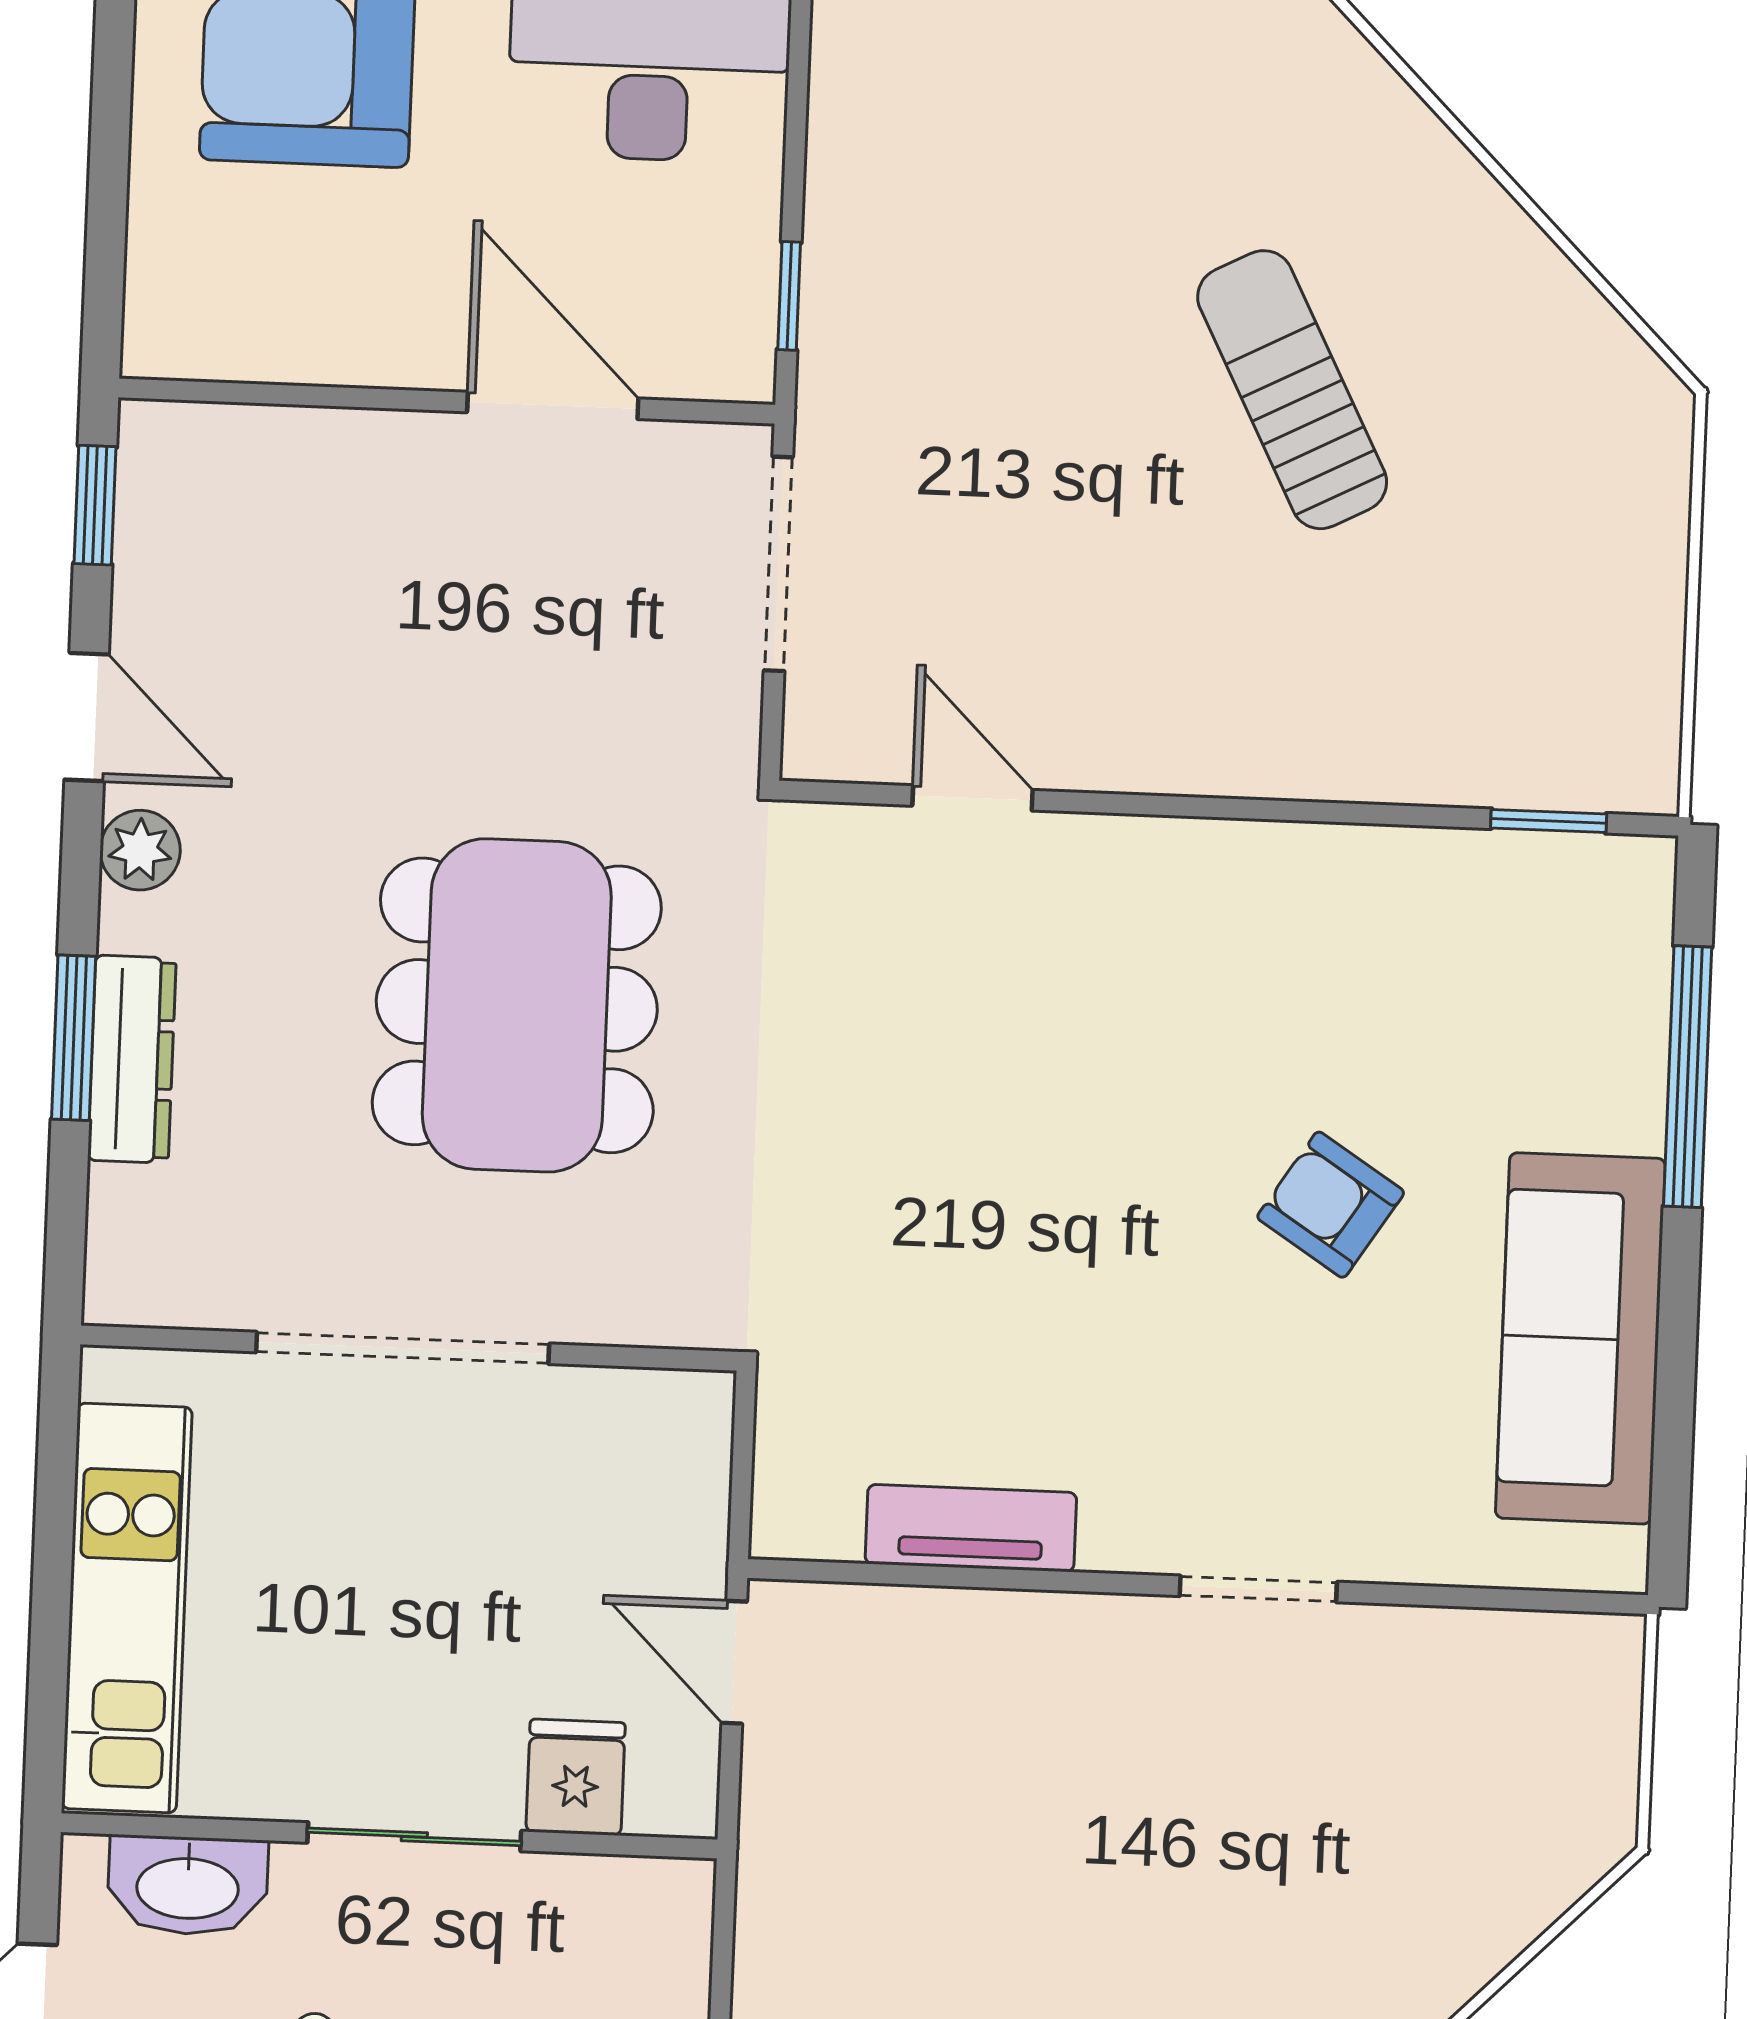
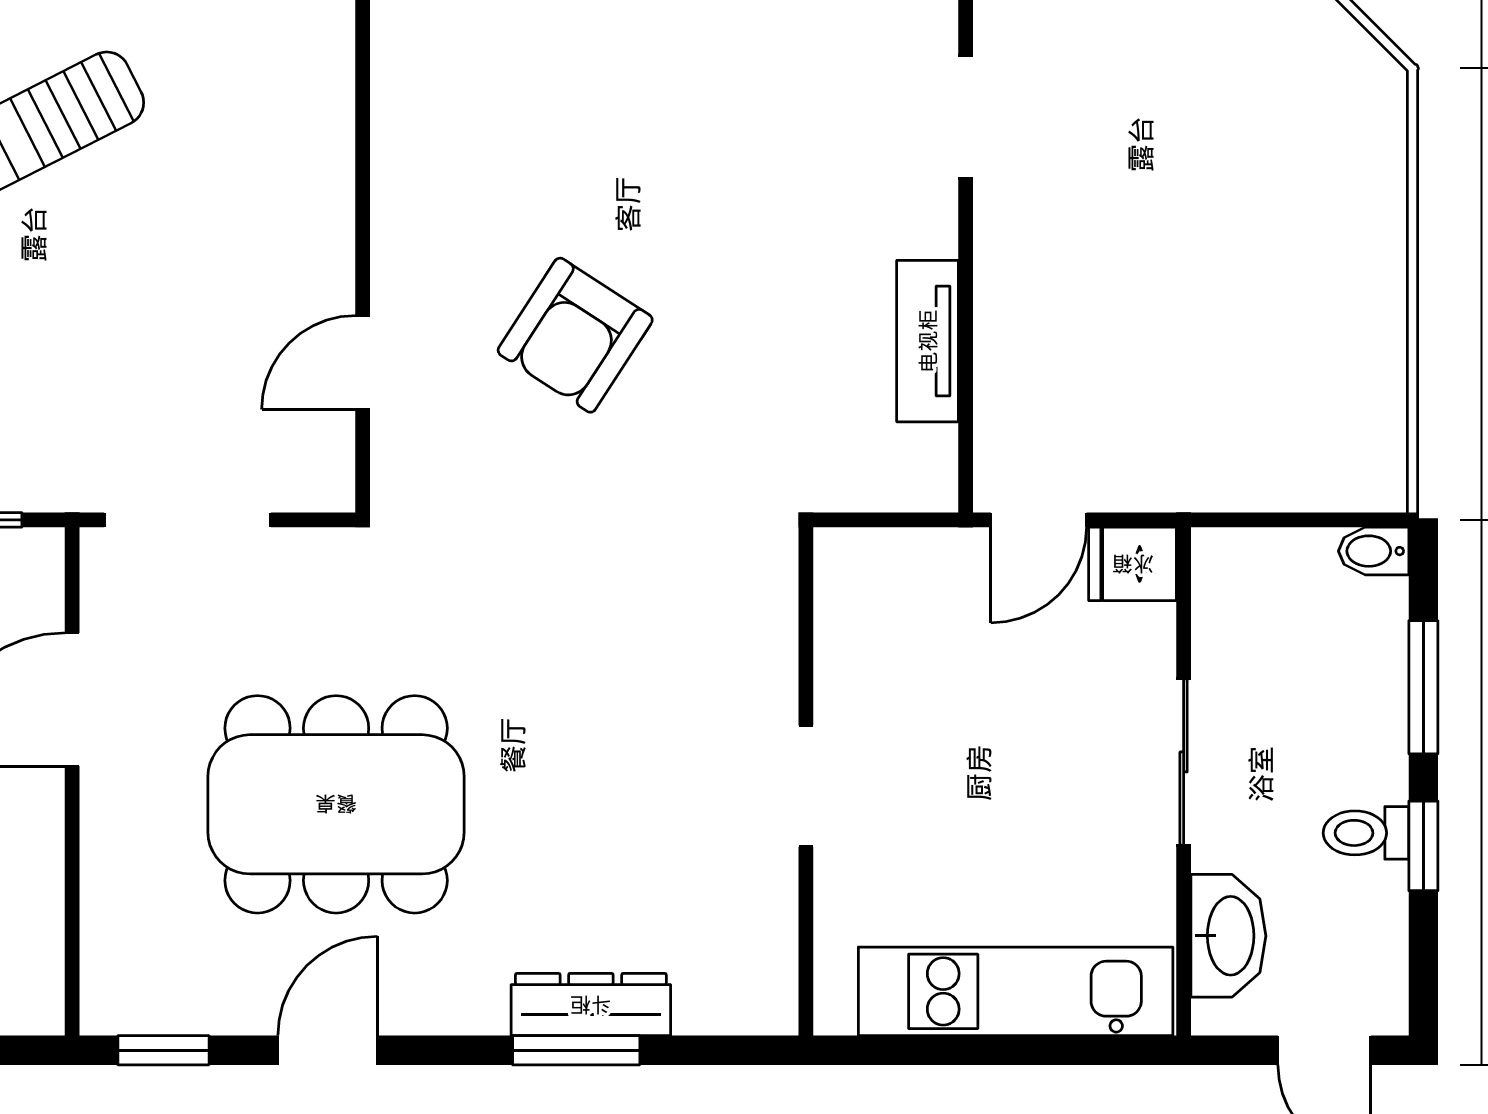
plant: (140, 850) -> (429, 1005), removed
dining table: (517, 1005) -> (336, 804), moved
armchair: (1331, 1205) -> (575, 335), moved, width x1.38, depth x1.38
doorway: (403, 1348) -> (806, 786), width x0.53
fridge: (576, 1777) -> (1133, 564), moved

